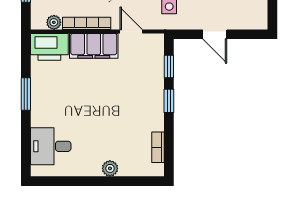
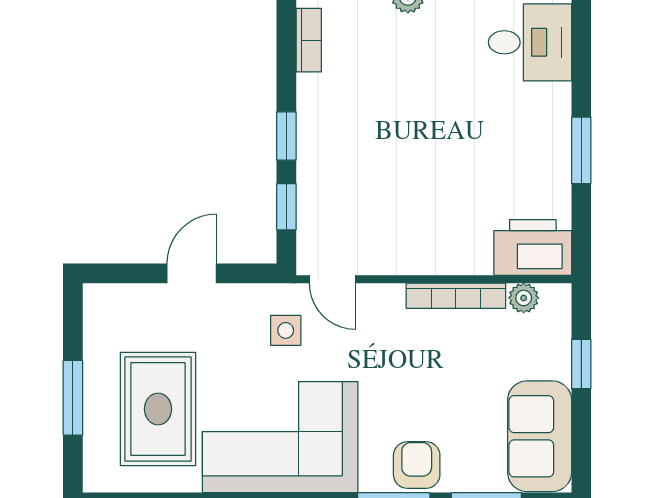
door: (131, 31) -> (333, 279), moved
door: (215, 34) -> (192, 273), hinge flipped
filing cabinet: (94, 46) -> (441, 250), removed

